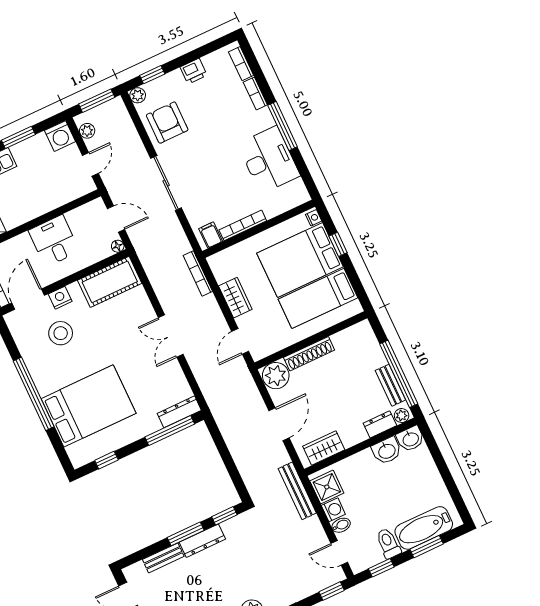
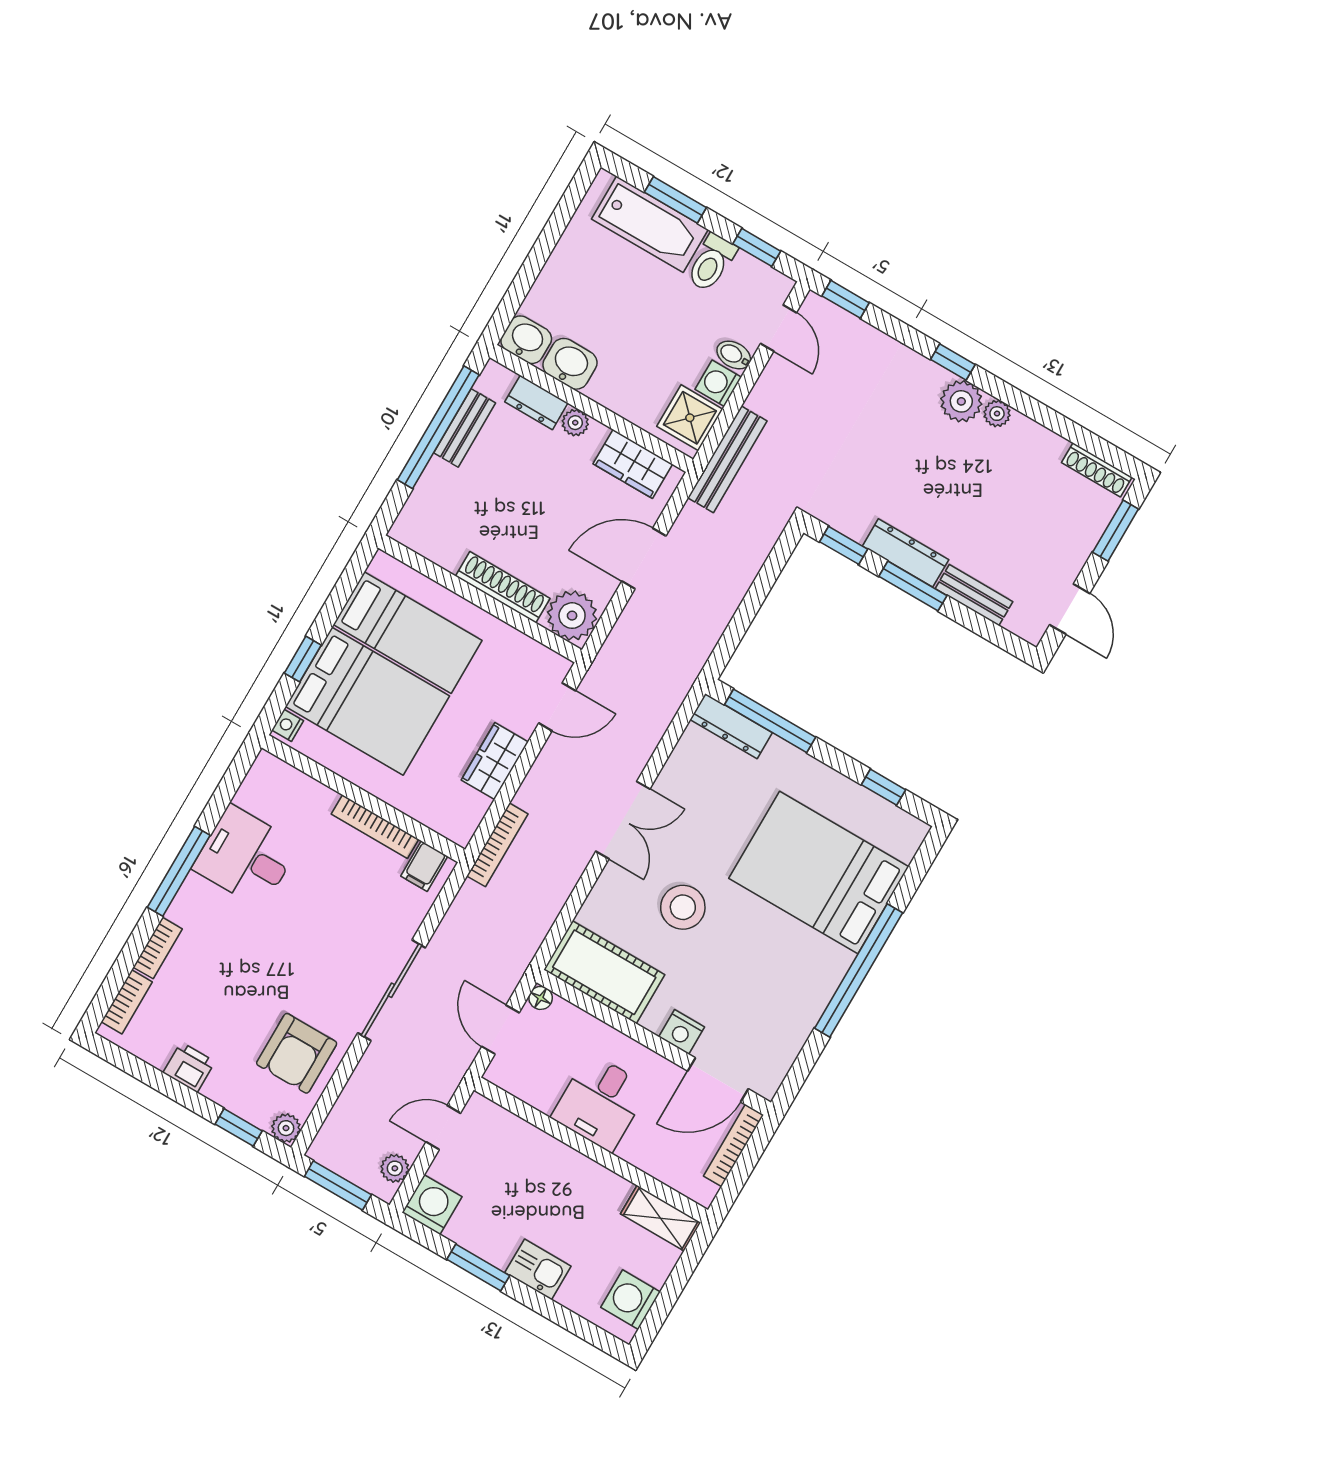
desk: (269, 160) -> (246, 857), width x0.73
stool: (61, 333) -> (683, 907), moved
plant: (402, 415) -> (575, 423), moved

